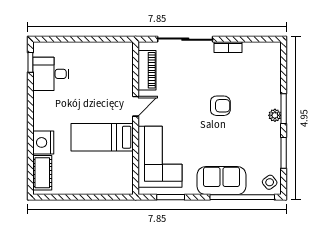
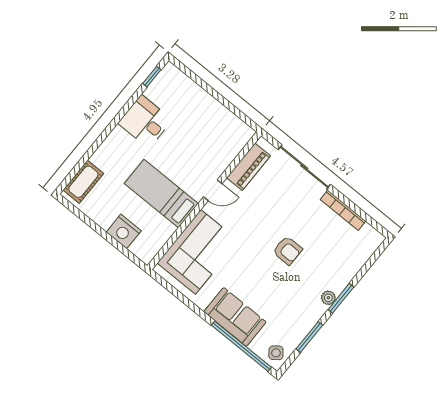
bookcase: (228, 47) -> (343, 210), width x1.56
desk: (51, 74) -> (145, 122), moved
nightstand: (43, 142) -> (124, 231), moved, turned -90
window: (171, 197) -> (179, 295), removed

